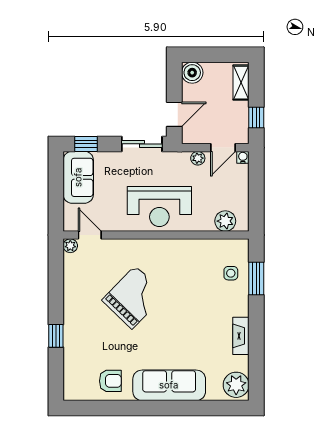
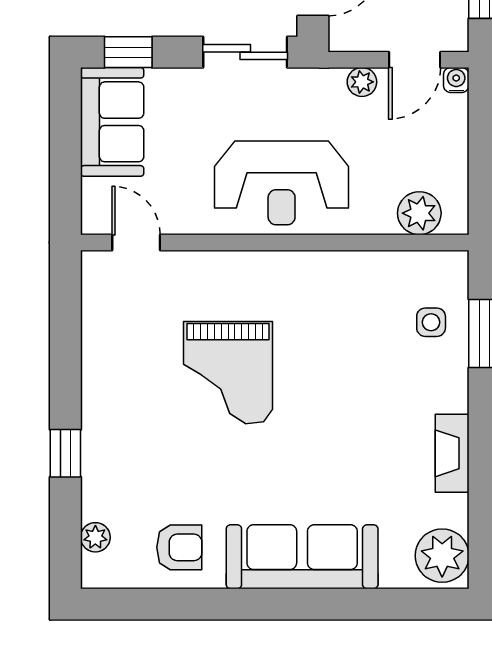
plant: (70, 246) -> (95, 537), moved
grand piano: (134, 297) -> (228, 373), turned 136

